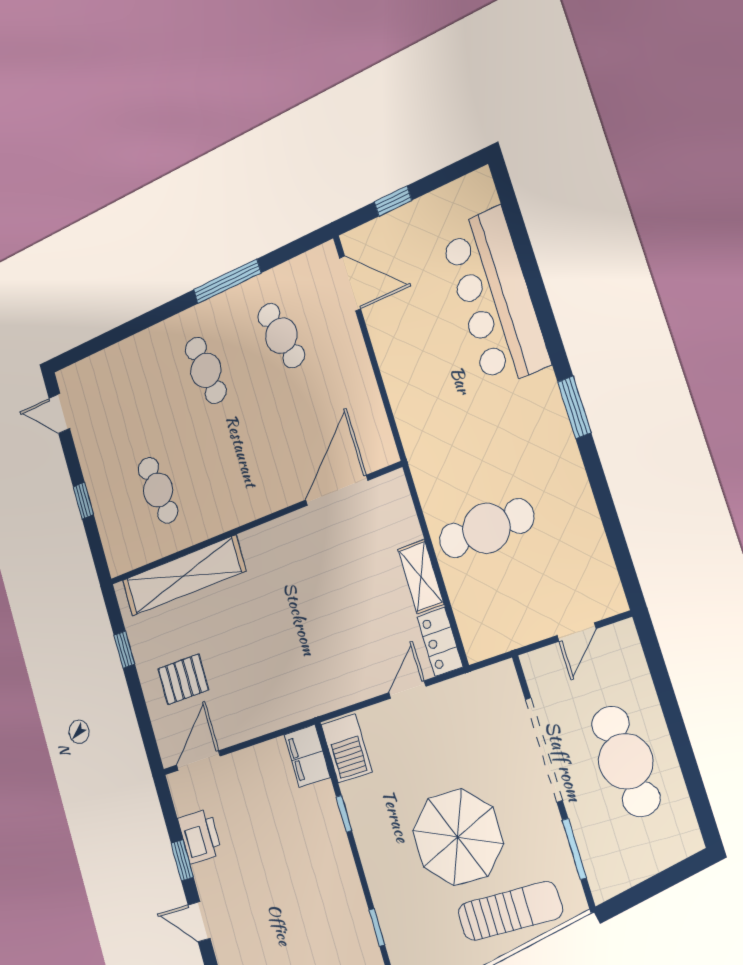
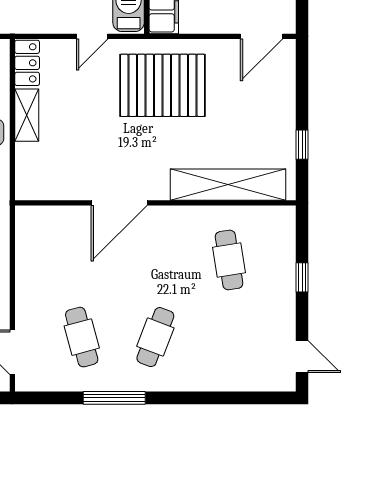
cafe table: (206, 370) -> (155, 337), turned 30
door: (336, 490) -> (119, 203), moved
pallet: (183, 679) -> (162, 85), moved, width x2.05, depth x2.00
door: (407, 690) -> (92, 36), moved

